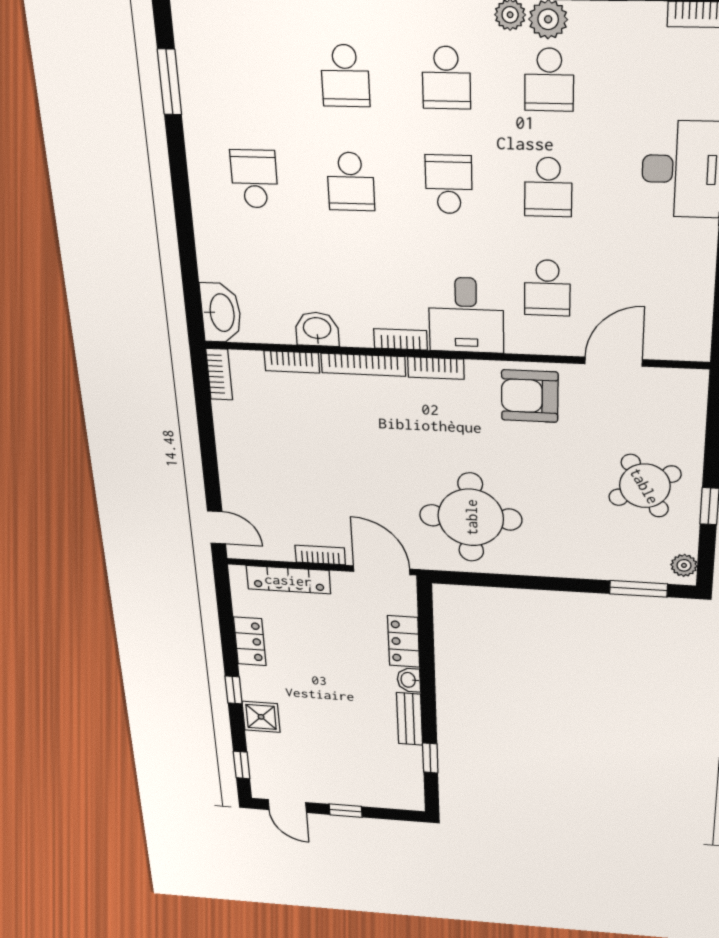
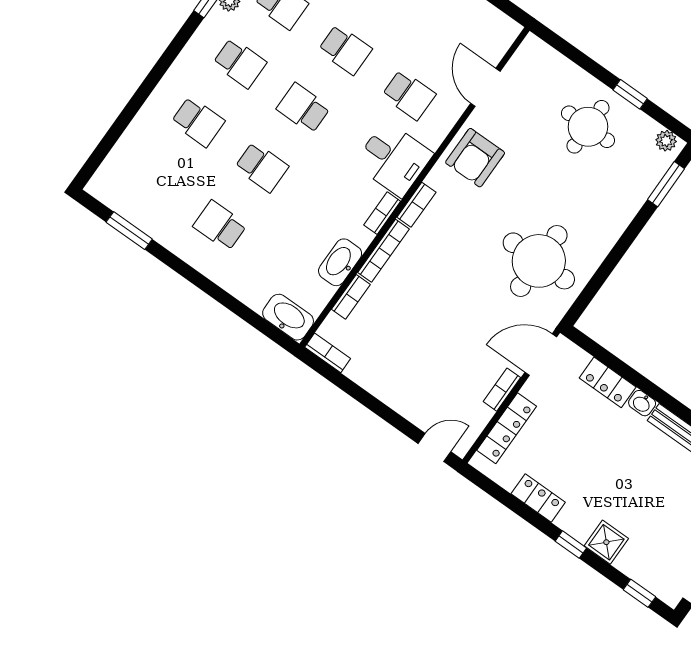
washbasin: (317, 329) -> (340, 262), width x1.38
round table: (645, 486) -> (588, 127), turned 30

